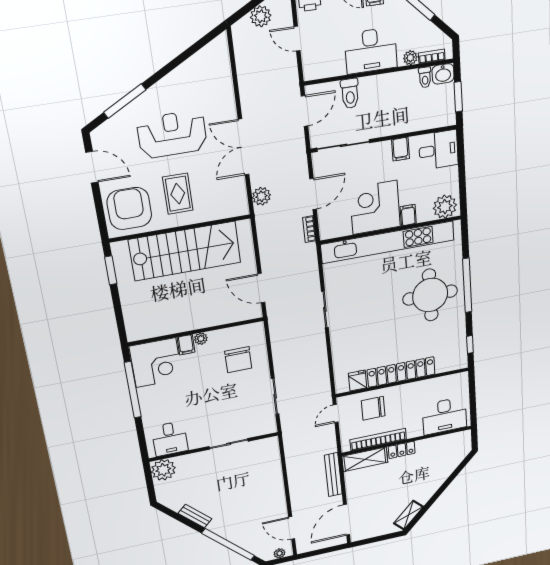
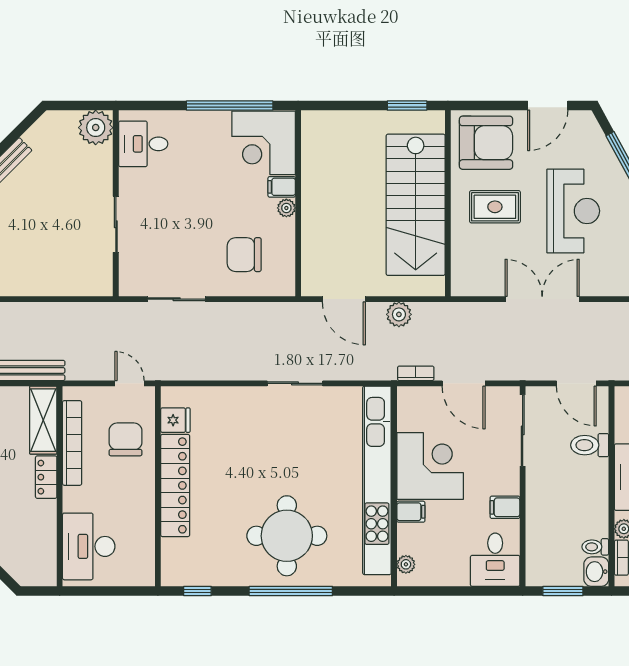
plant: (261, 196) -> (399, 314), moved
plant: (445, 207) -> (406, 564), width x0.53, depth x0.53
door: (261, 288) -> (344, 299), swing flipped

